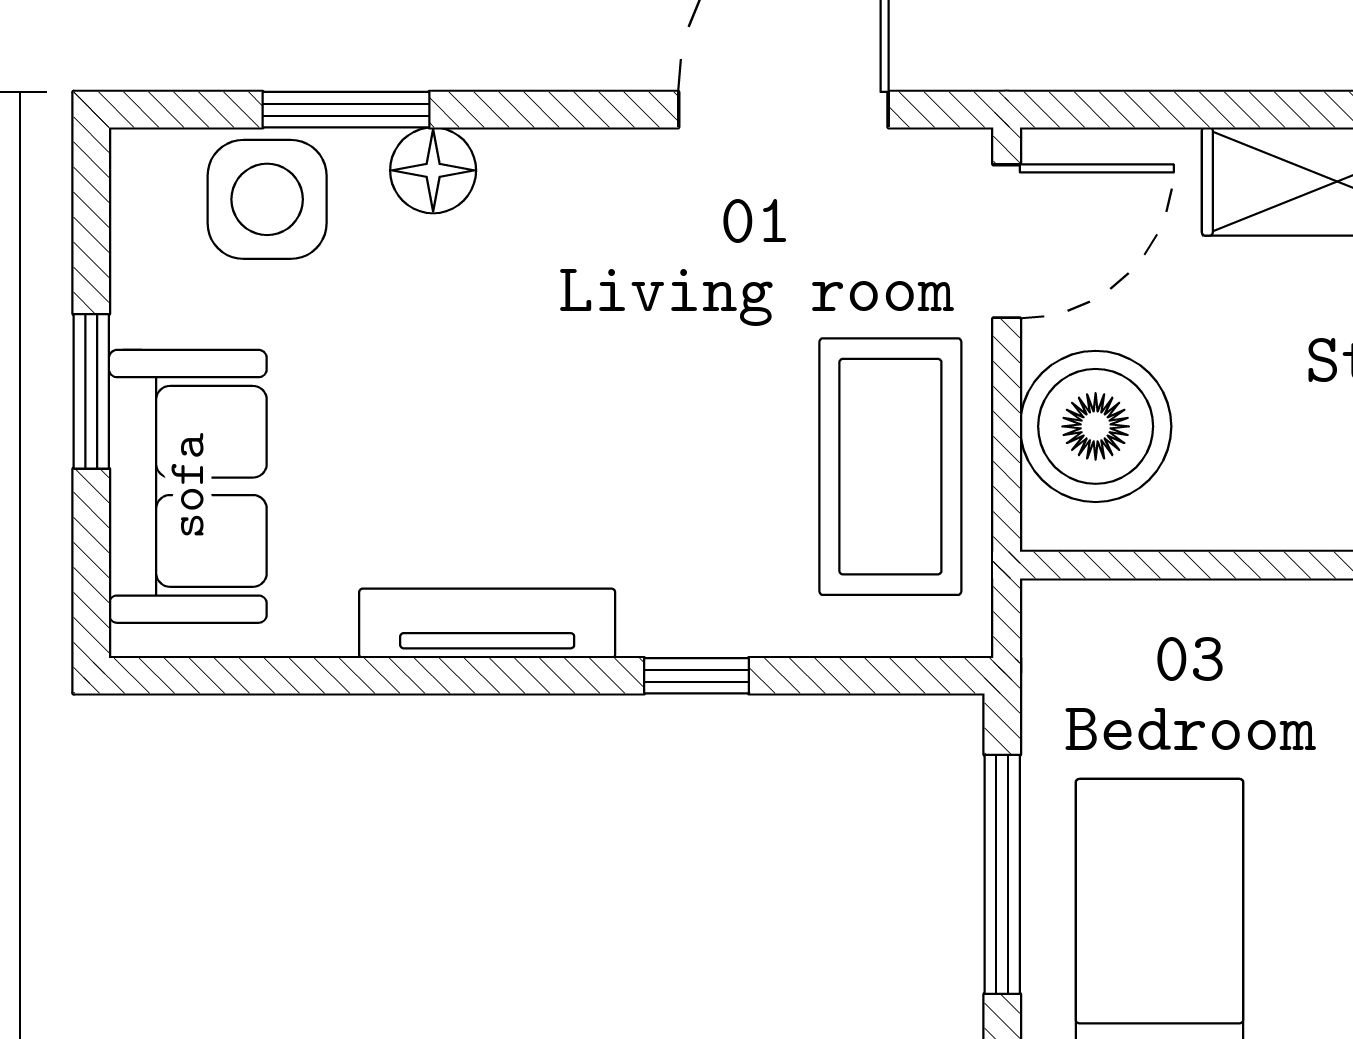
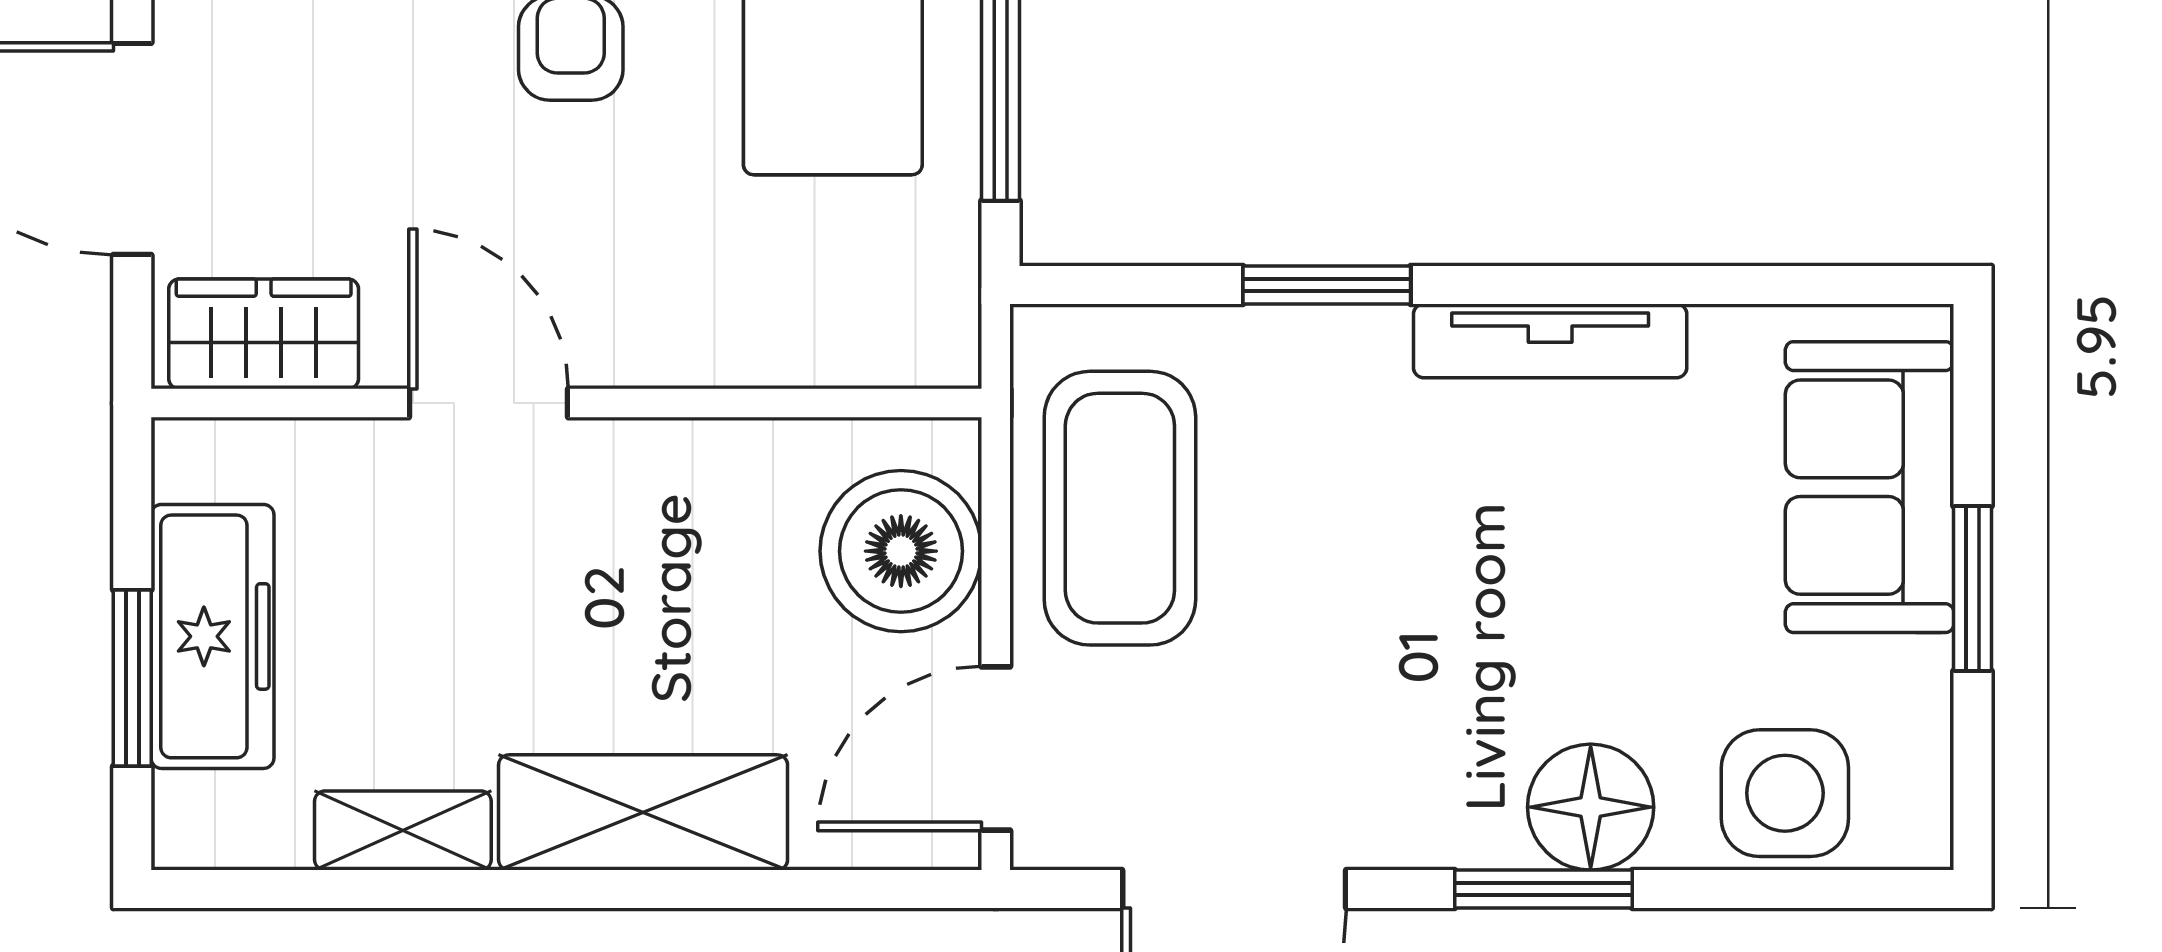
window: (346, 110) -> (1544, 889), moved
floor lamp: (433, 170) -> (1591, 807), width x1.38, depth x1.38
window: (697, 676) -> (1327, 285), width x1.50

